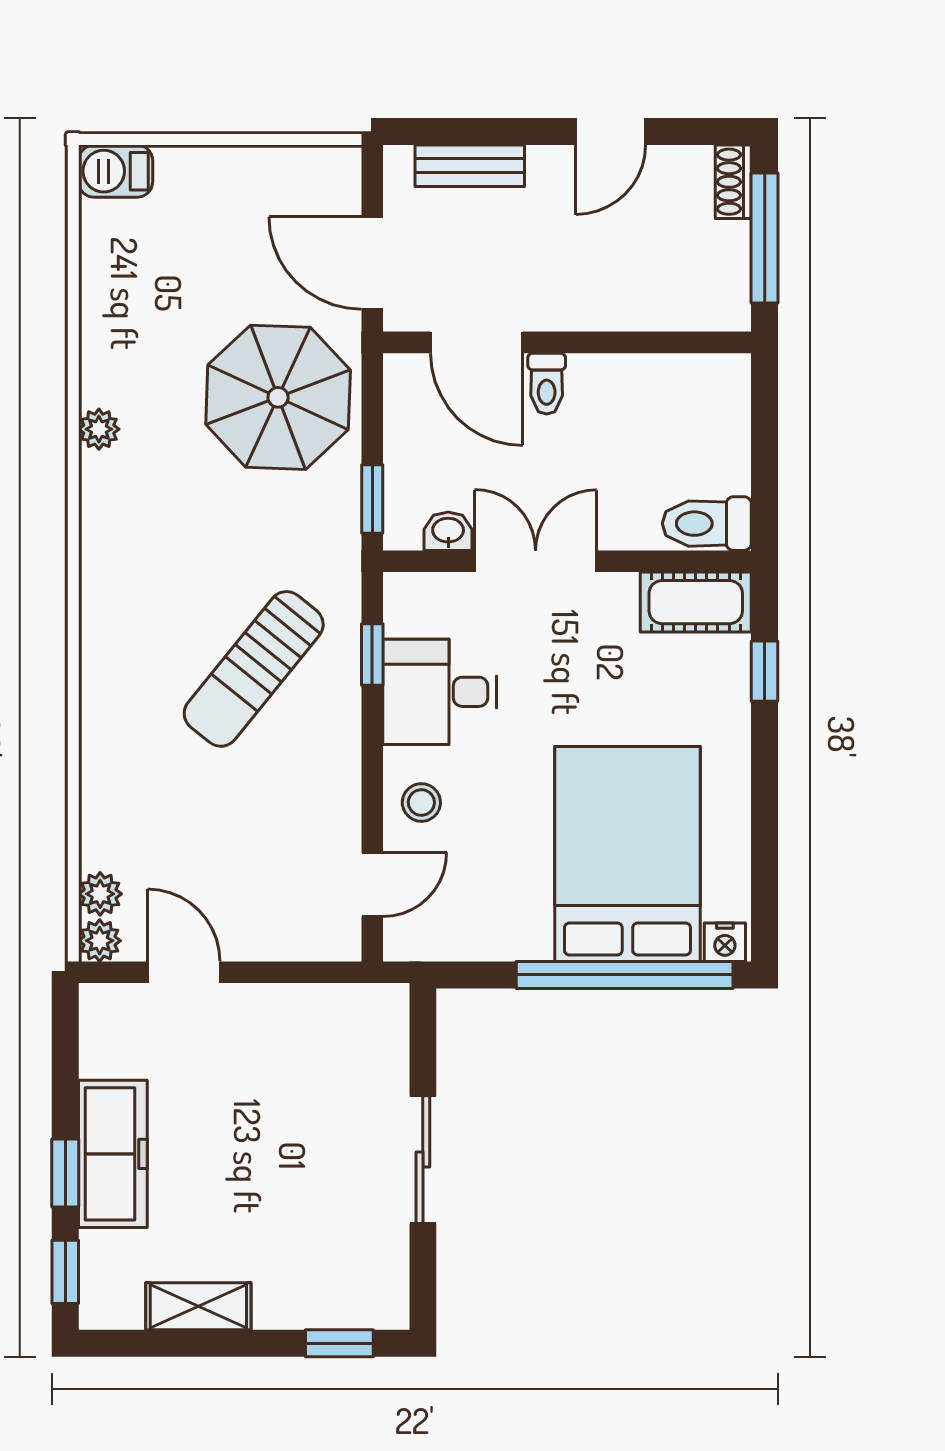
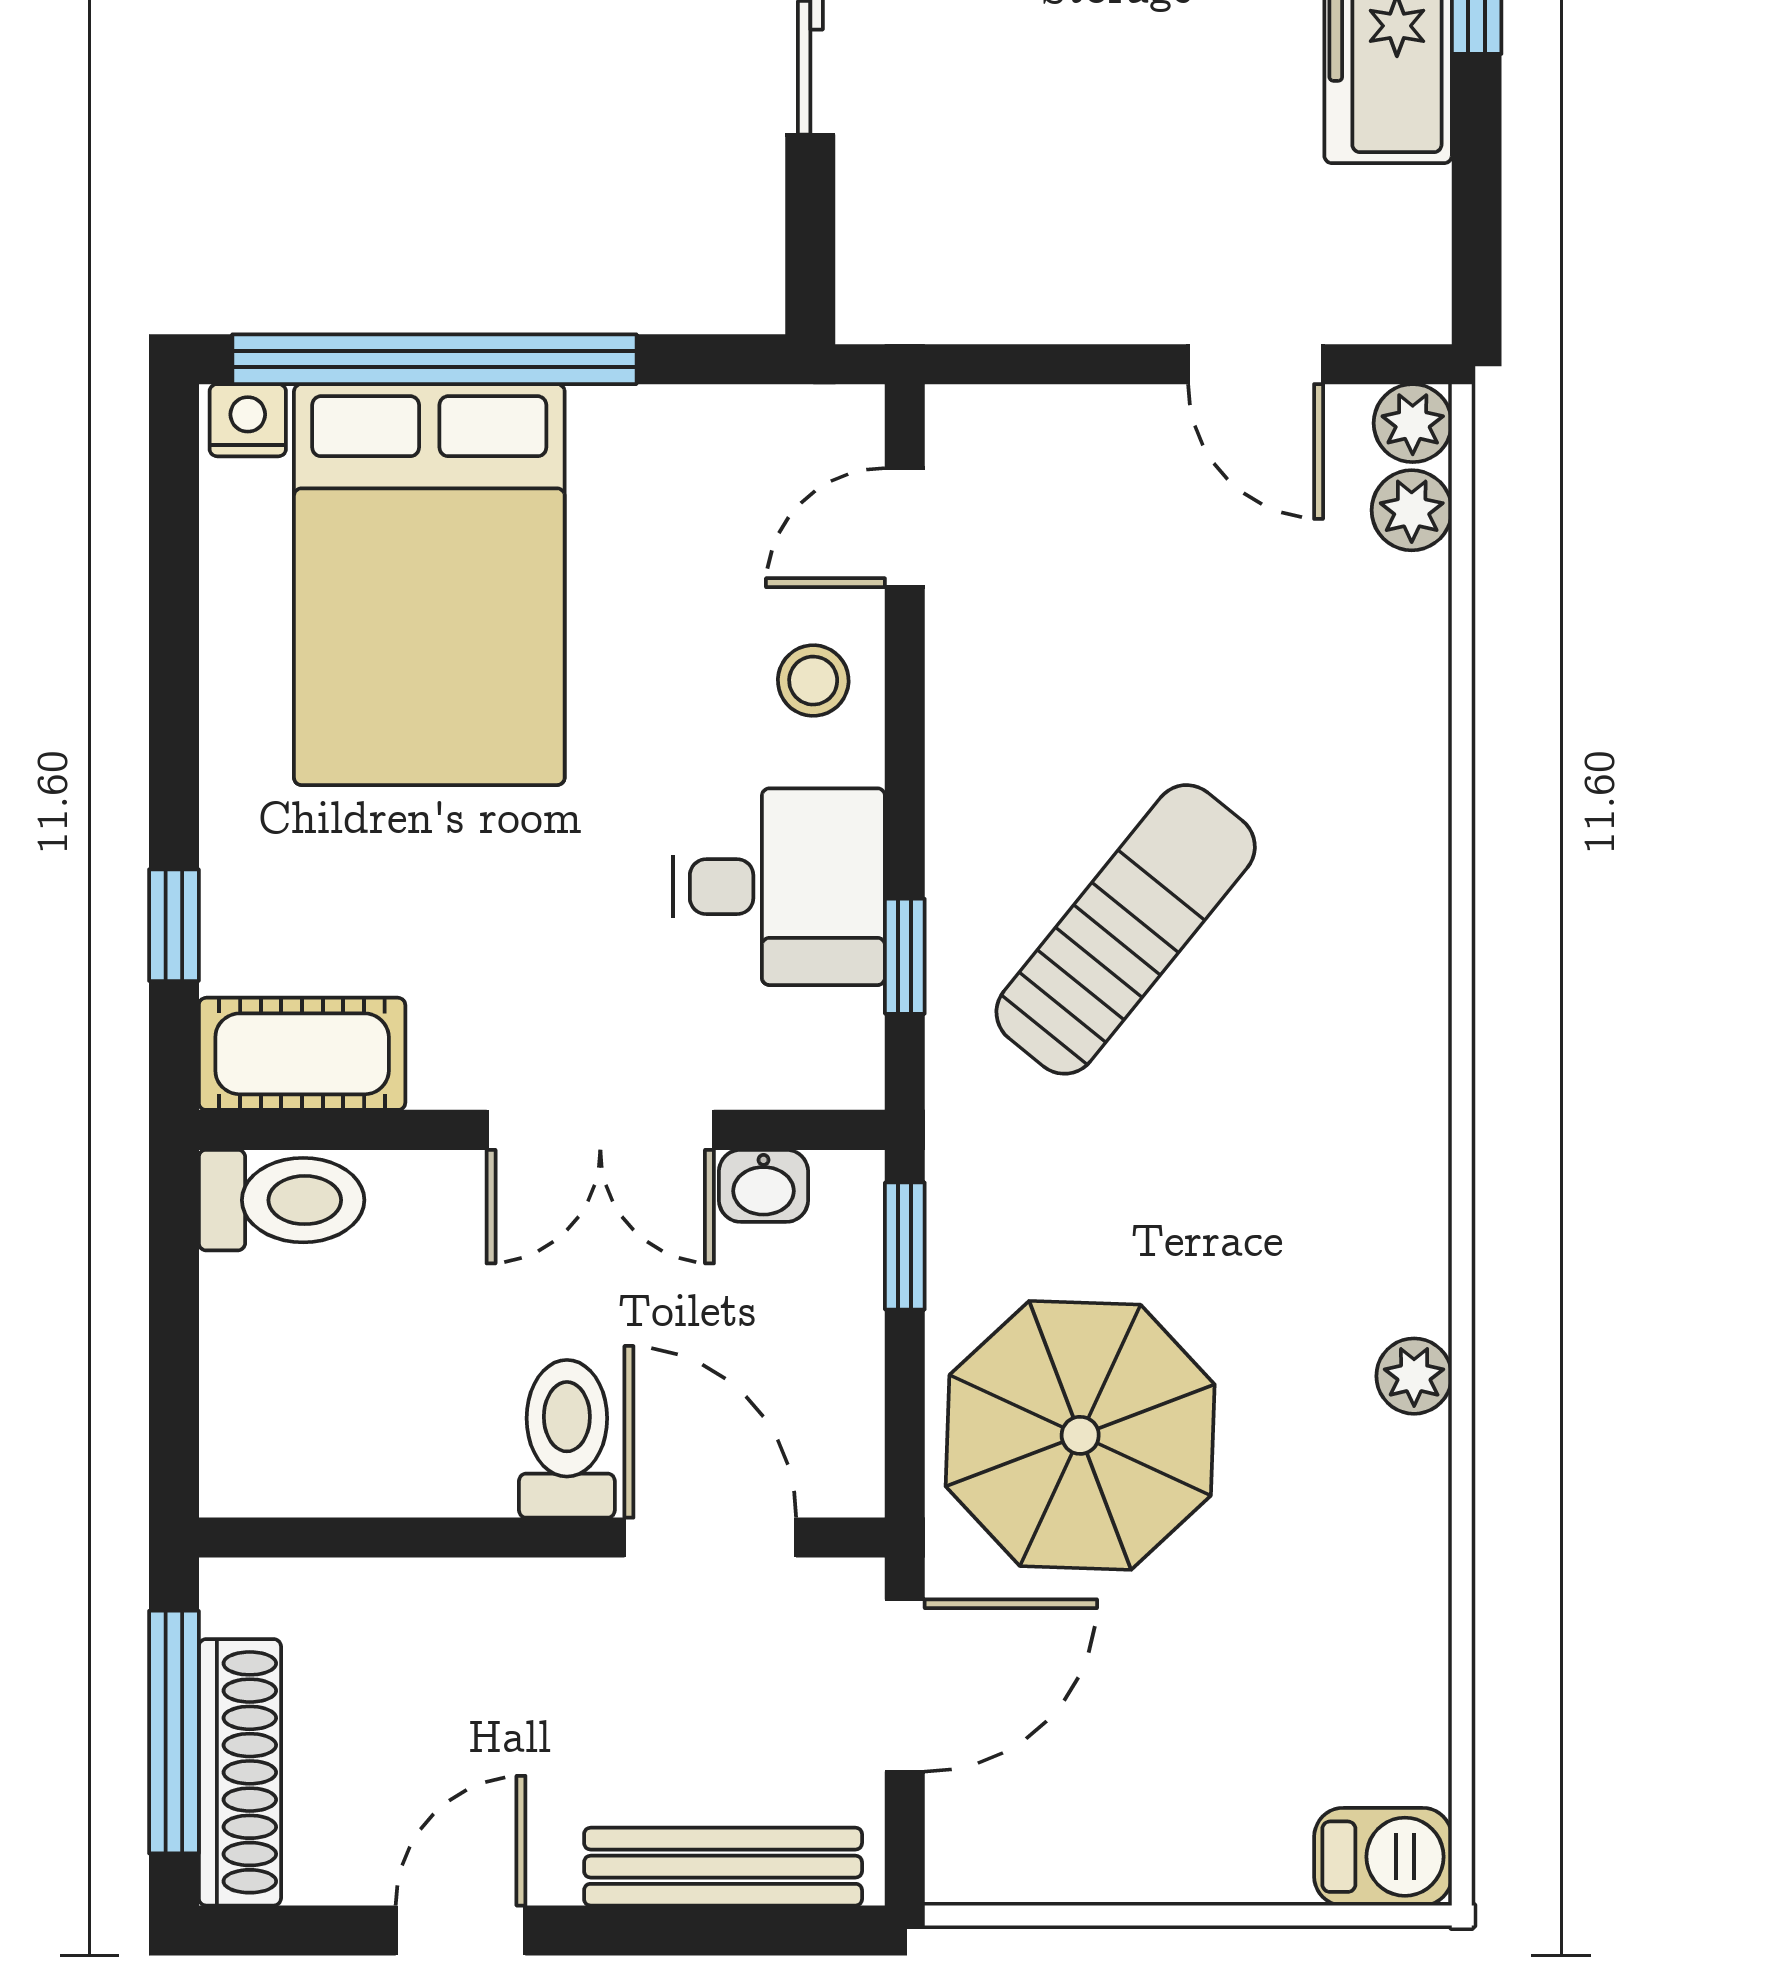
bench: (470, 166) -> (723, 1867), width x1.36
shoe rack: (733, 182) -> (240, 1772), width x1.94, depth x1.24
door: (372, 263) -> (905, 1685), hinge flipped
toilet: (547, 384) -> (567, 1439), width x1.37, depth x1.39

